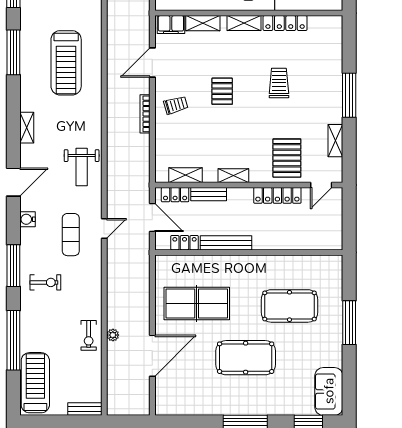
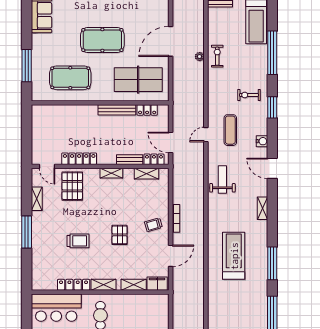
trolley: (279, 83) -> (78, 241), turned -90
door: (13, 182) -> (272, 168), hinge flipped
door: (321, 185) -> (47, 166), swing flipped
locker: (184, 243) -> (147, 110), moved
bench: (226, 243) -> (117, 110), moved
wall: (249, 252) -> (100, 103), moved
window: (13, 266) -> (272, 107), width x0.69

